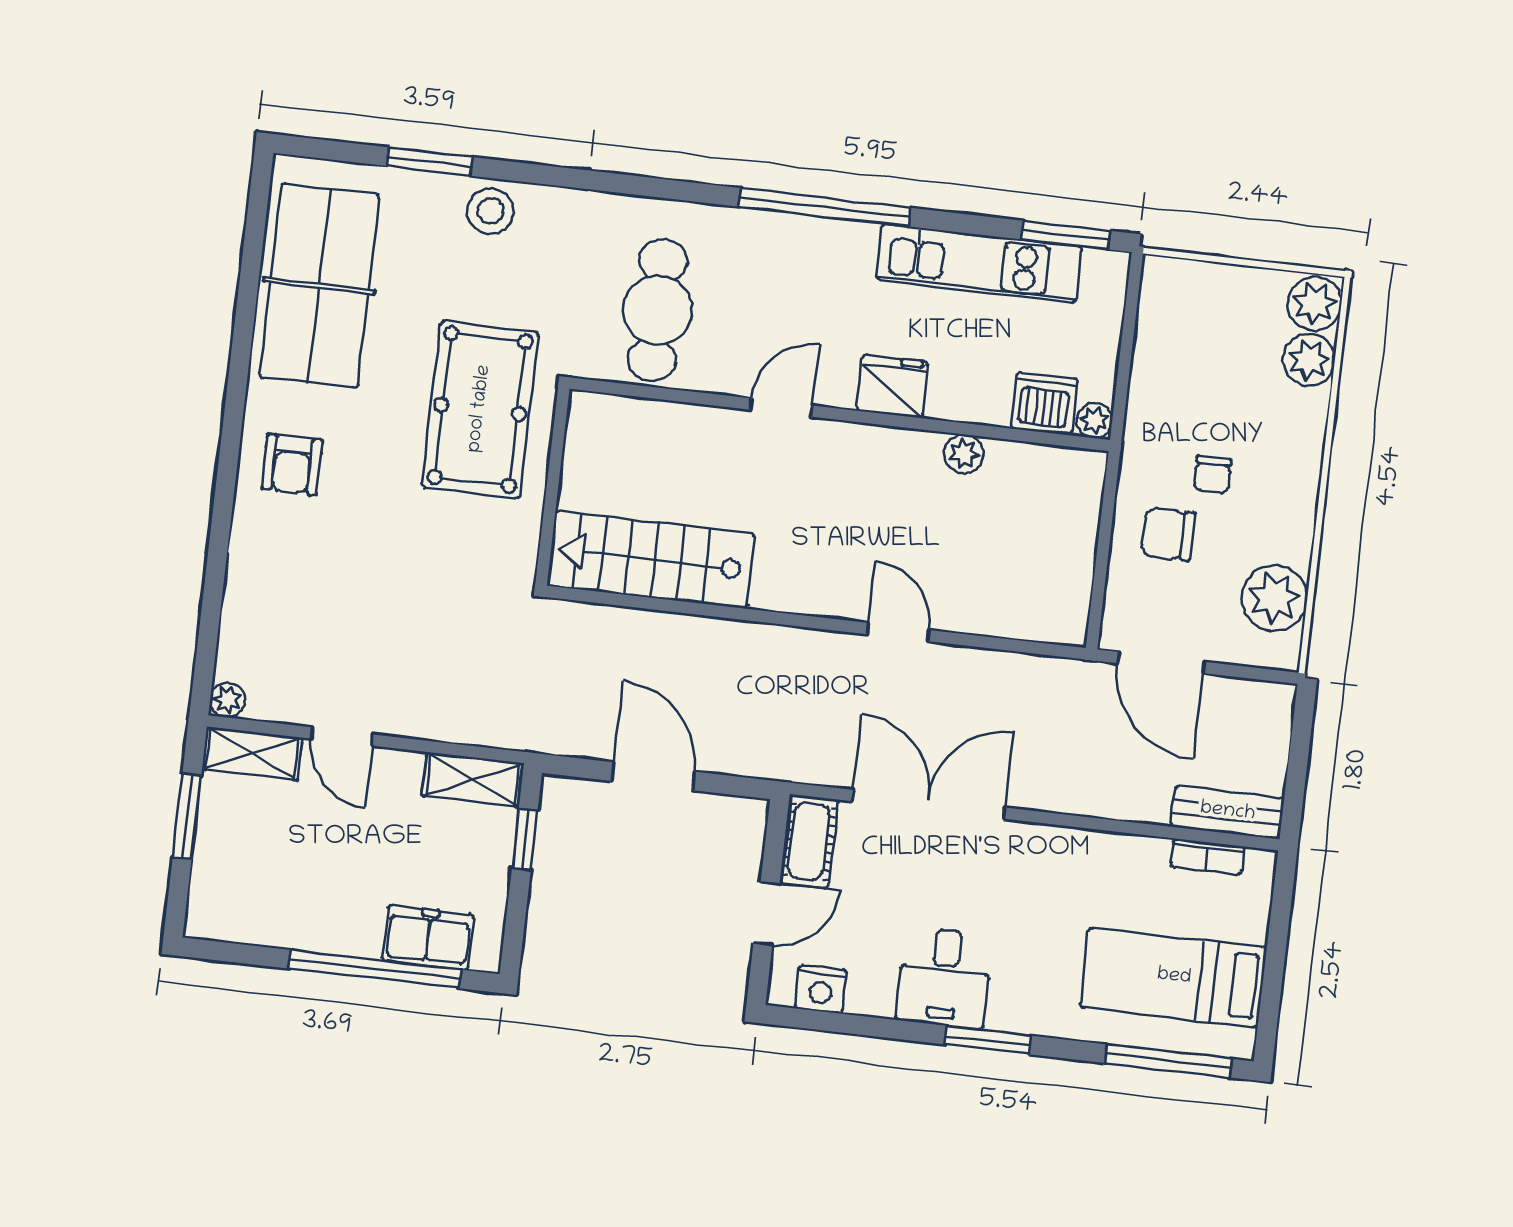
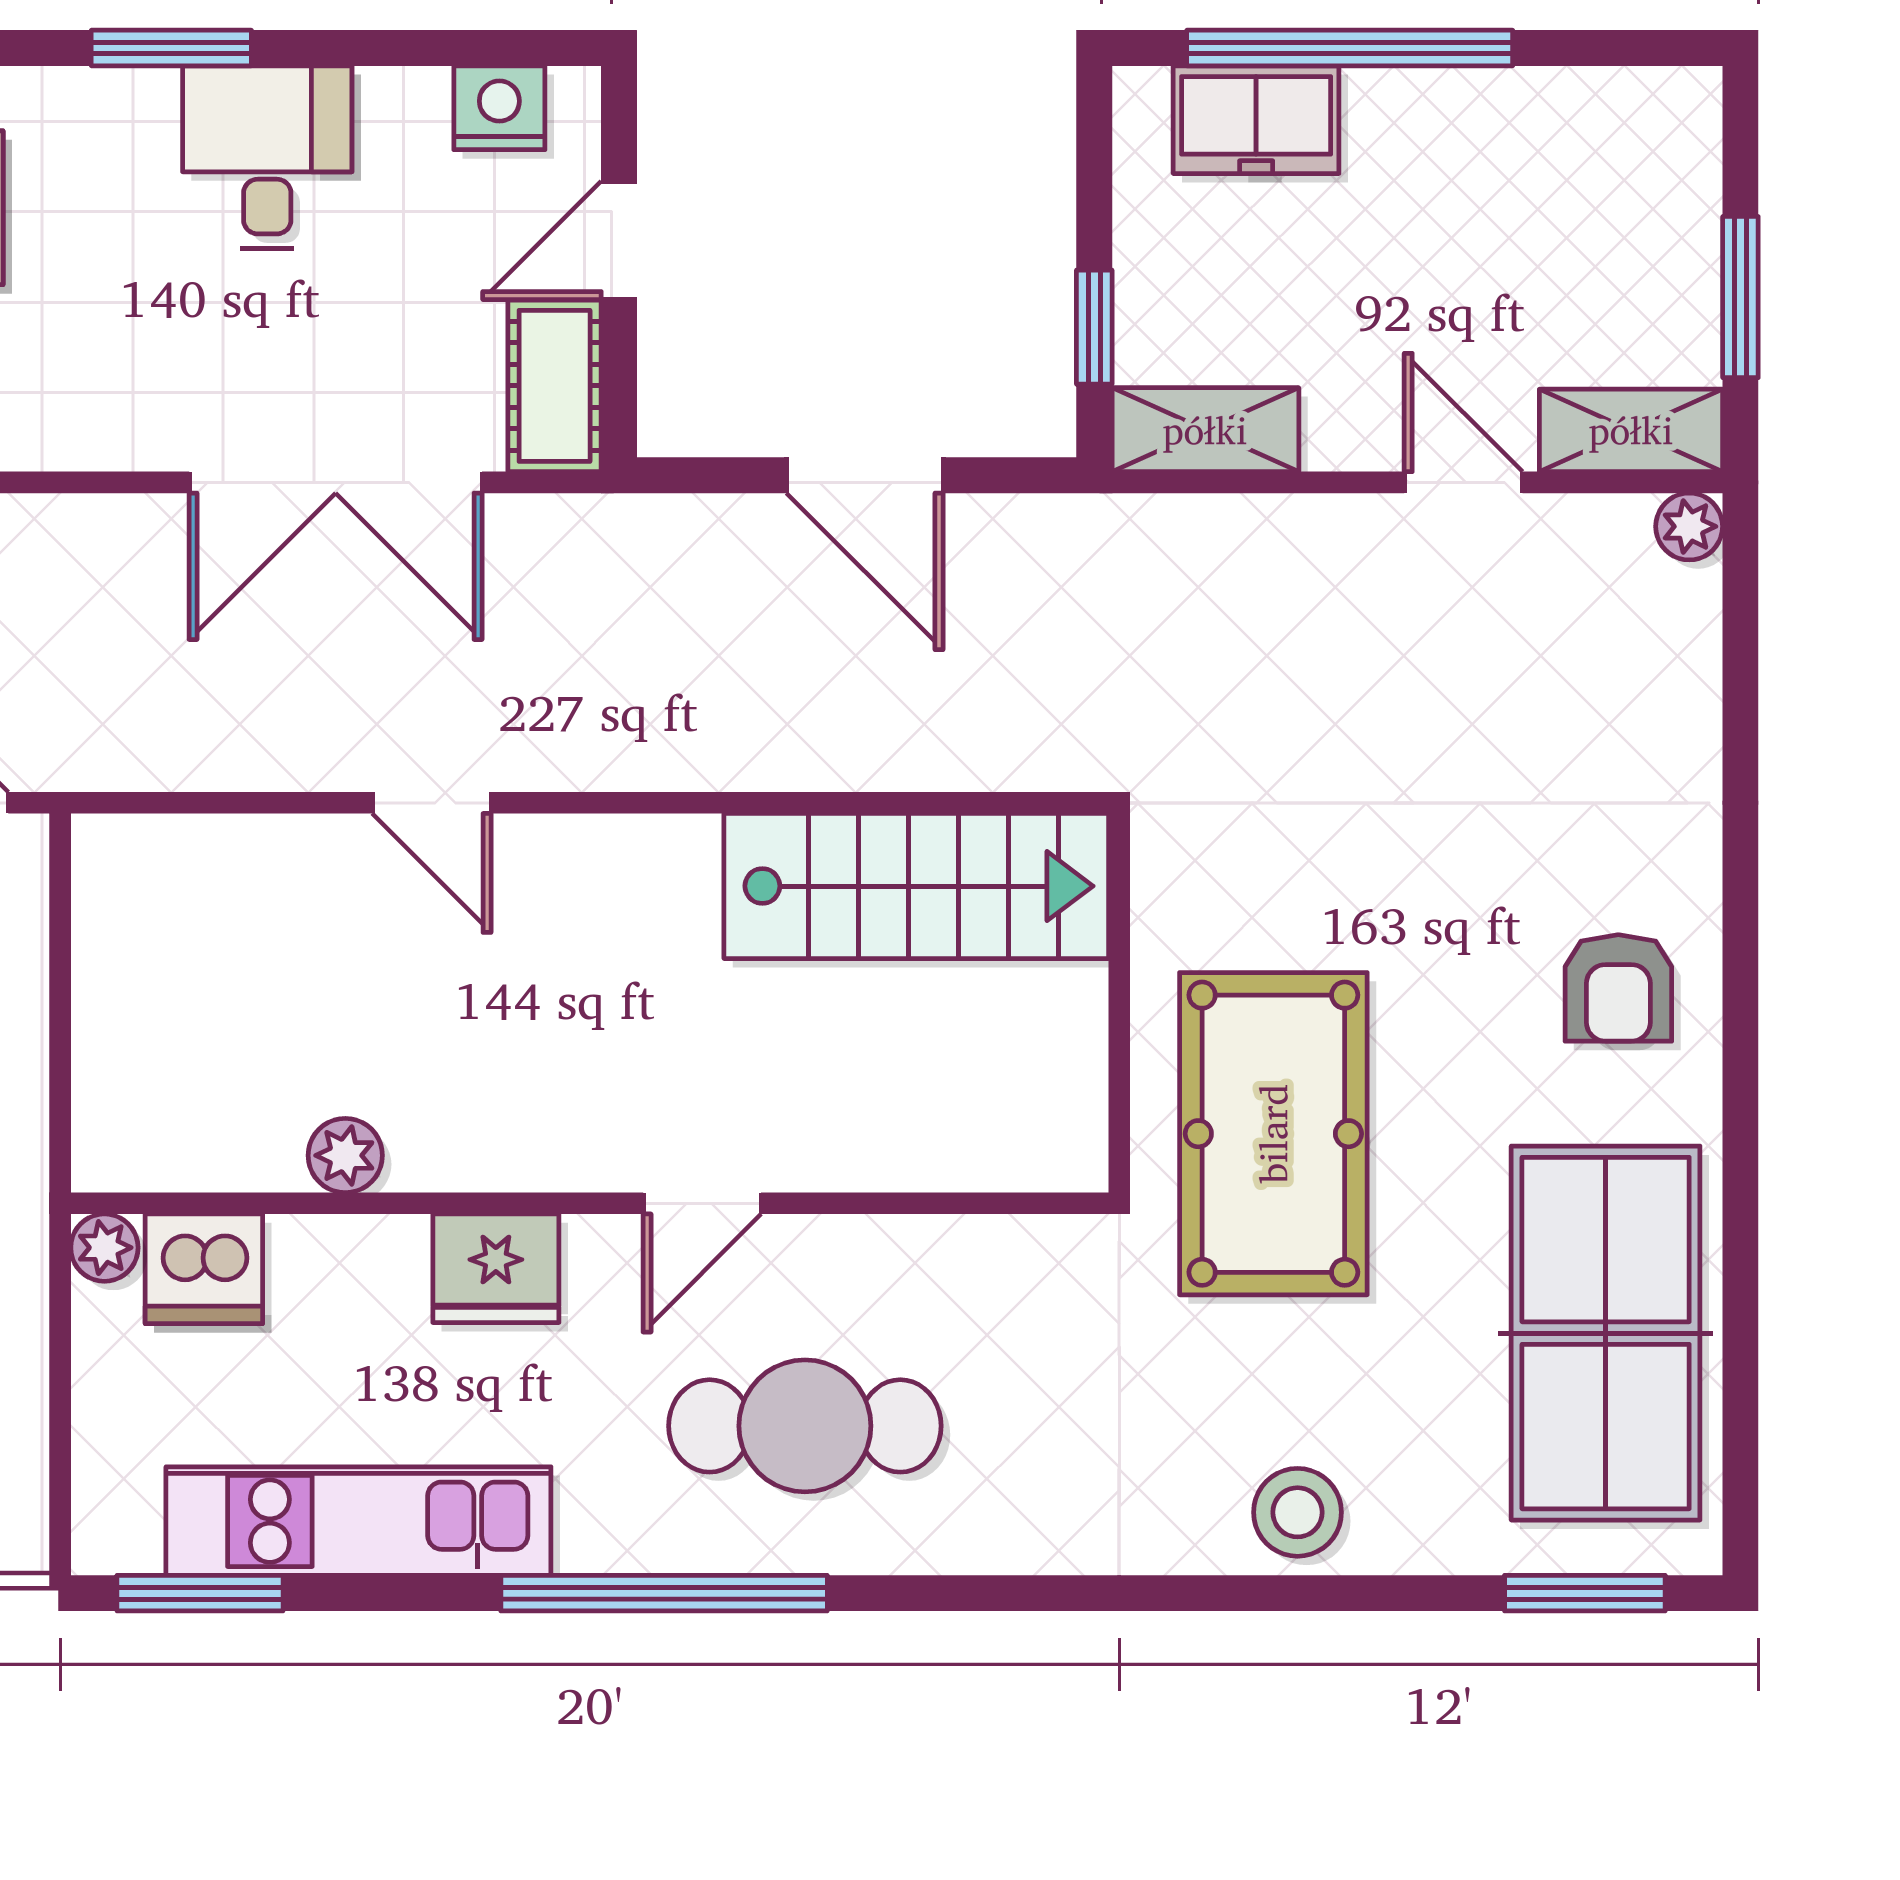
window: (429, 161) -> (1585, 1593), moved
cafe table: (658, 310) -> (805, 1426), moved, turned 90
armchair: (292, 464) -> (1618, 988), turned 180

